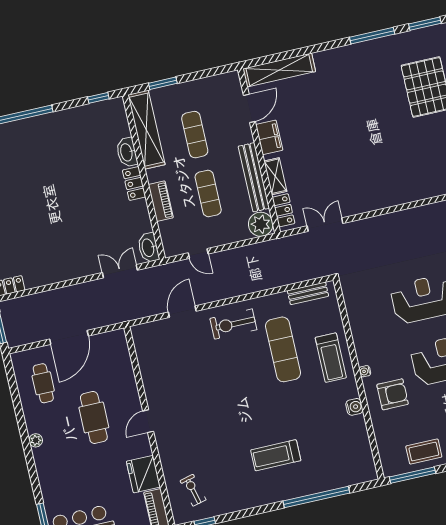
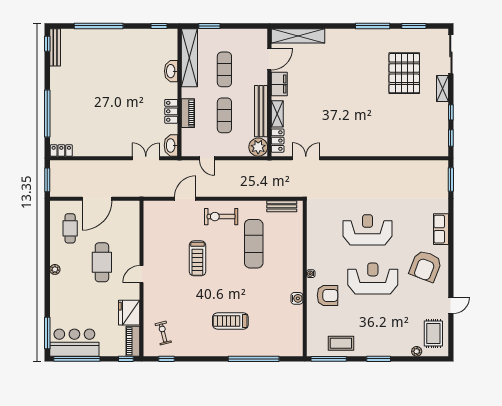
locker: (134, 183) -> (171, 111), moved
treadmill: (331, 358) -> (197, 258), moved

